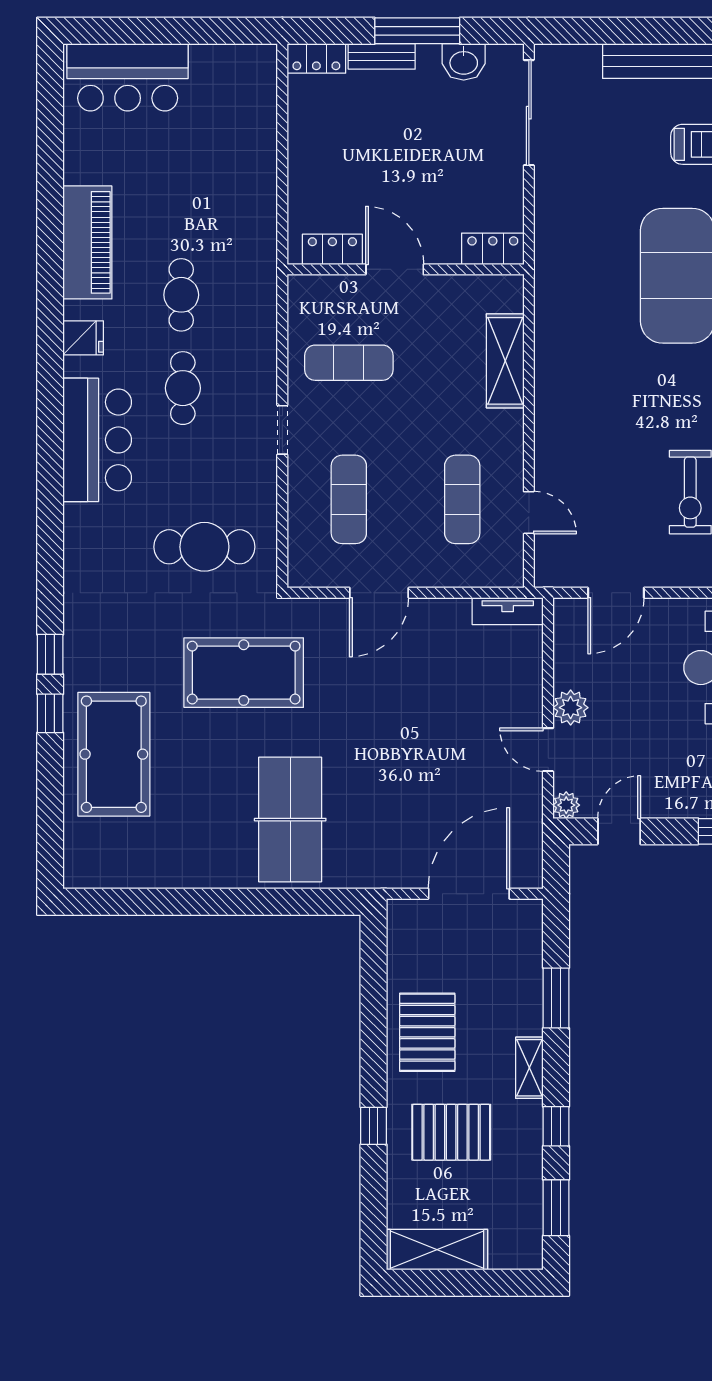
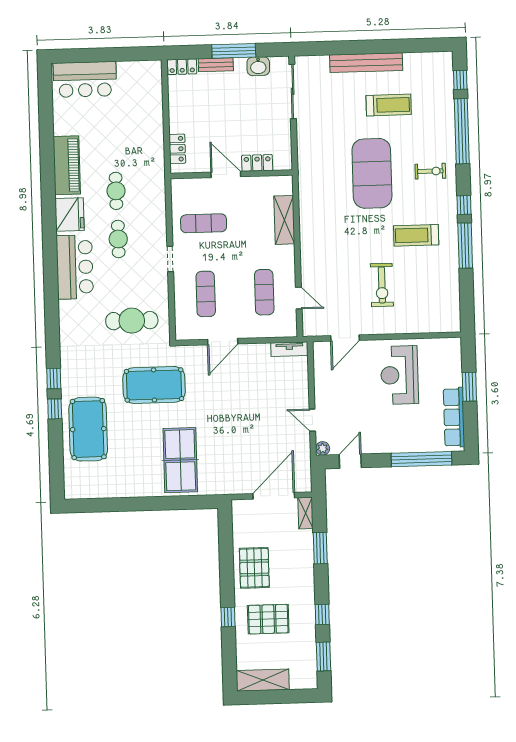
locker: (332, 249) -> (177, 149), moved, turned 90
locker: (493, 249) -> (257, 163), moved
fridge: (83, 338) -> (70, 214), width x1.88, depth x1.34
plant: (571, 708) -> (323, 398), removed
shelving: (529, 1068) -> (306, 513), moved

